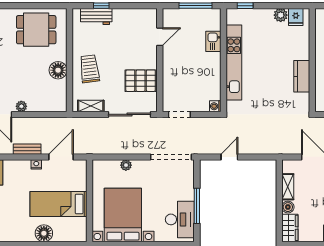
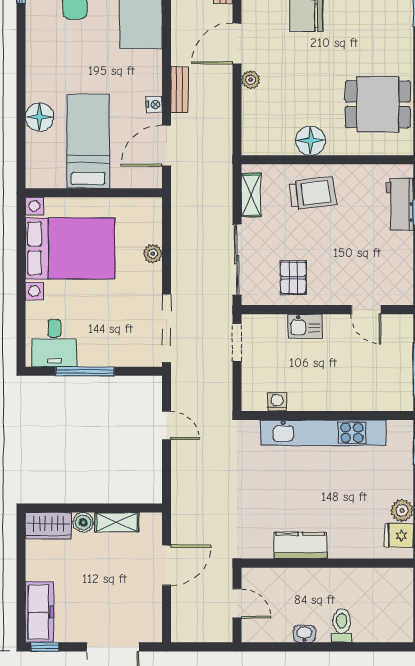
dining table: (36, 30) -> (378, 104), turned 90
kitchen sink: (213, 41) -> (305, 326), moved, turned 180
pallet: (141, 81) -> (293, 278), width x0.67, depth x0.71
washing machine: (215, 106) -> (277, 402), moved
door: (61, 157) -> (166, 146), swing flipped
desk: (180, 219) -> (54, 343), width x0.73

